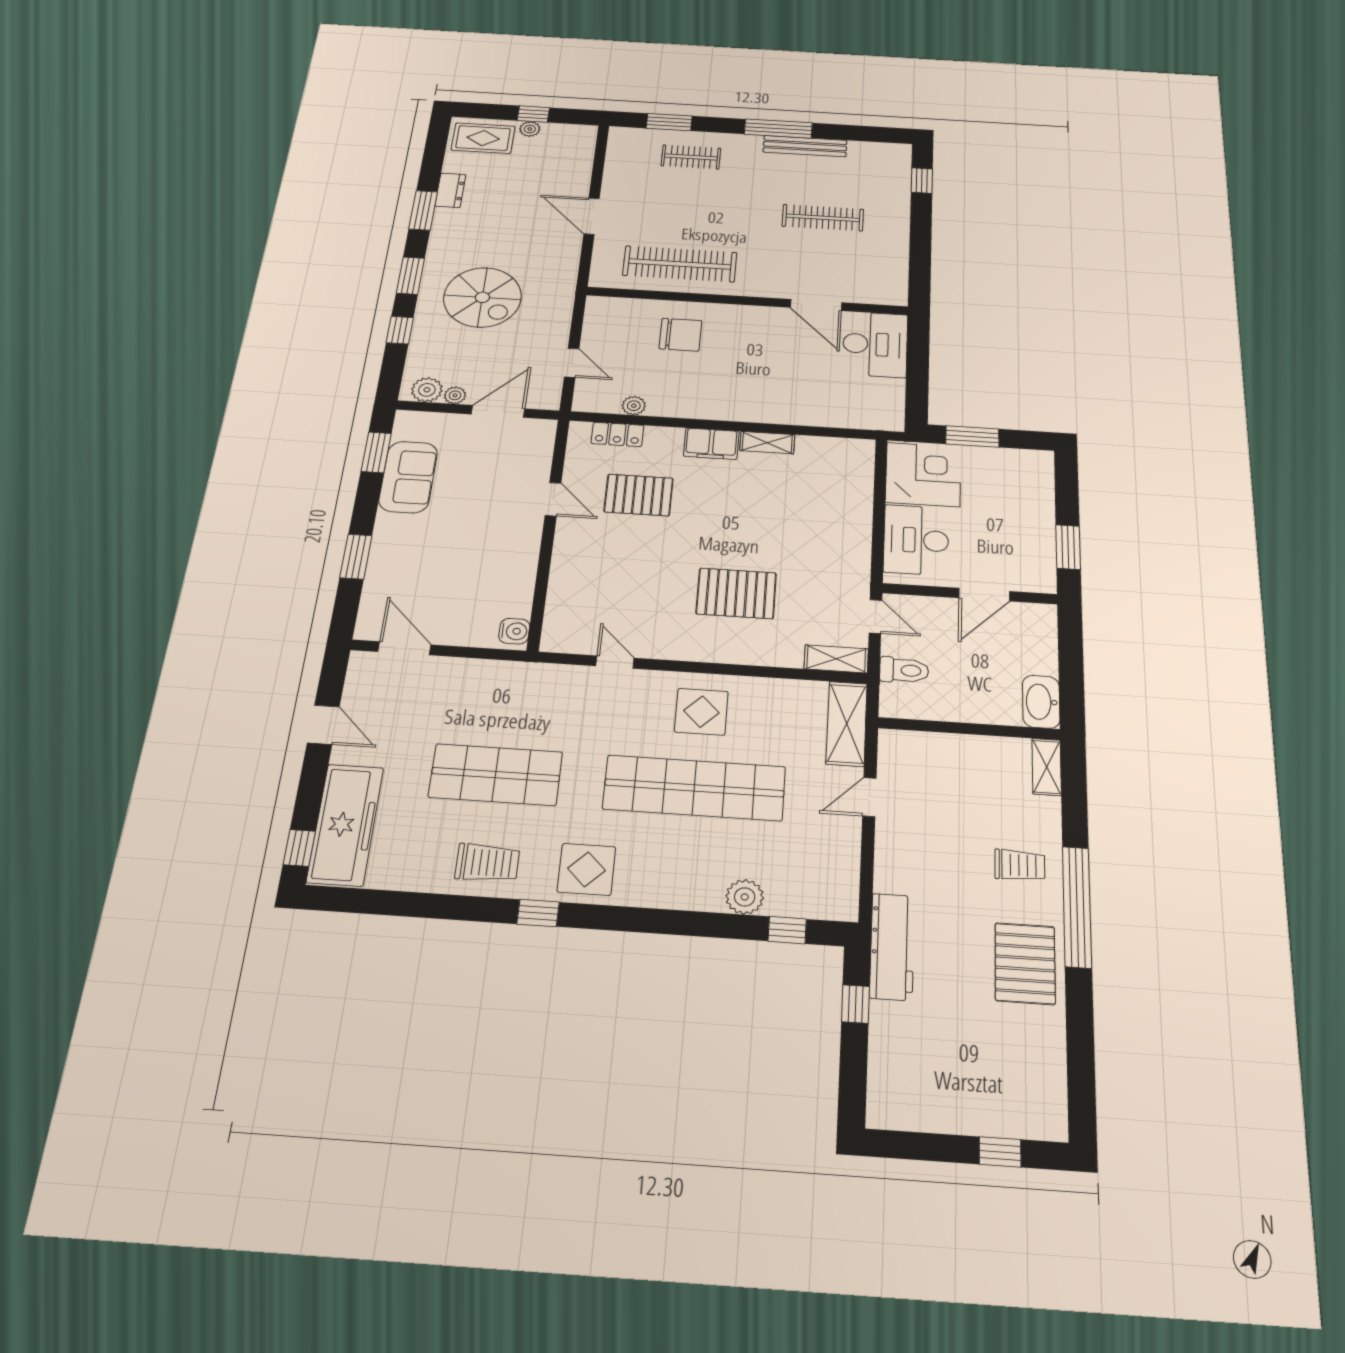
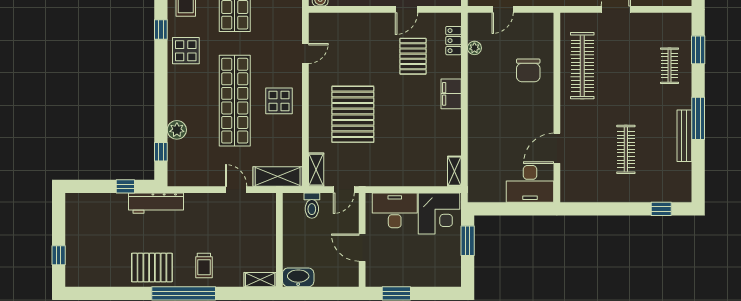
shelving: (767, 443) -> (454, 171), moved
pallet: (736, 593) -> (353, 114), width x1.37, depth x1.41

